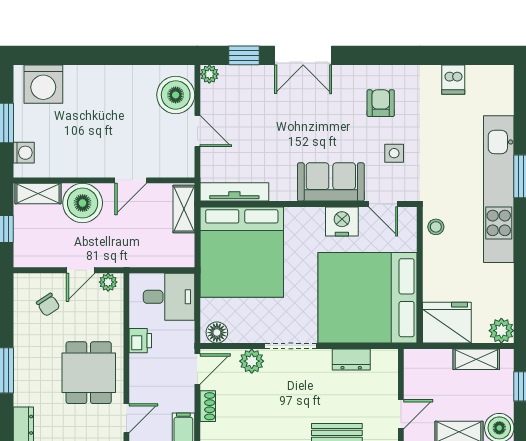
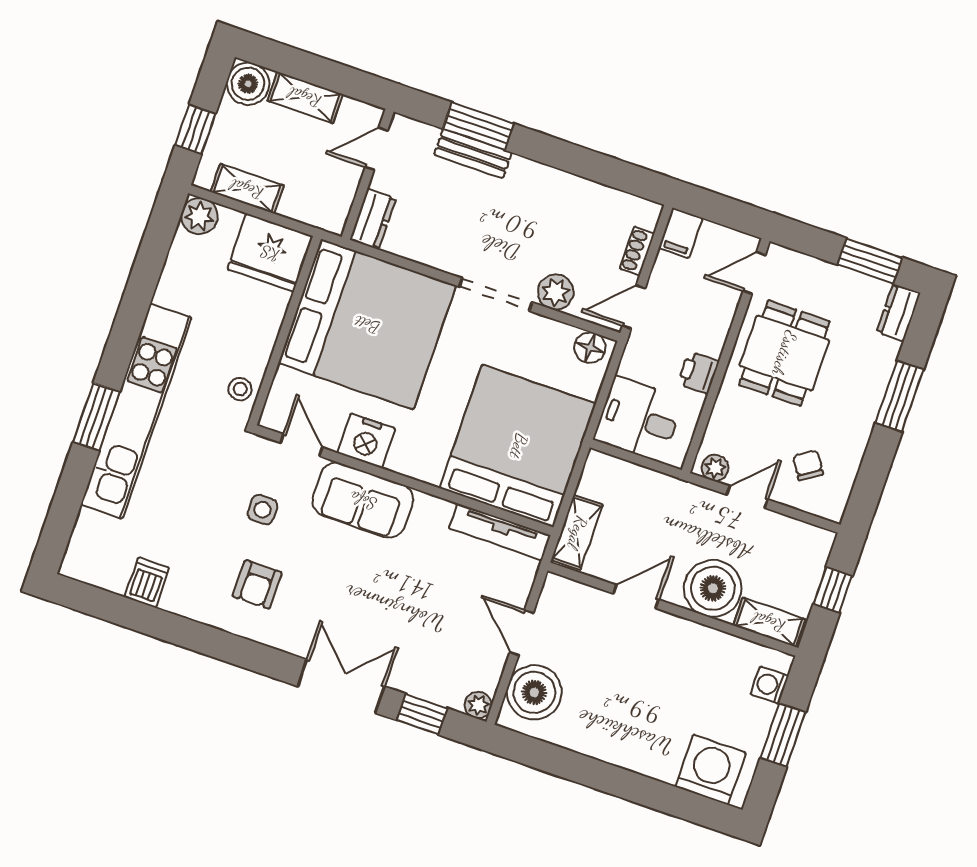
dresser: (351, 359) -> (373, 219), moved, turned 90

